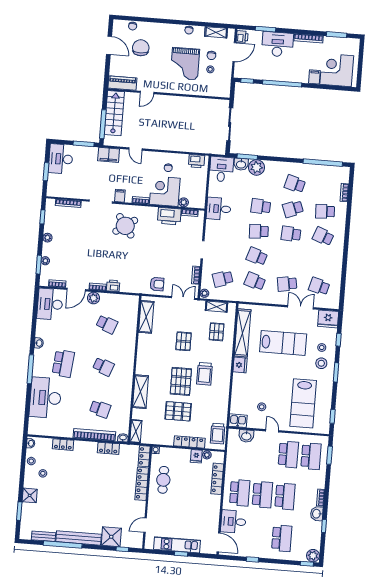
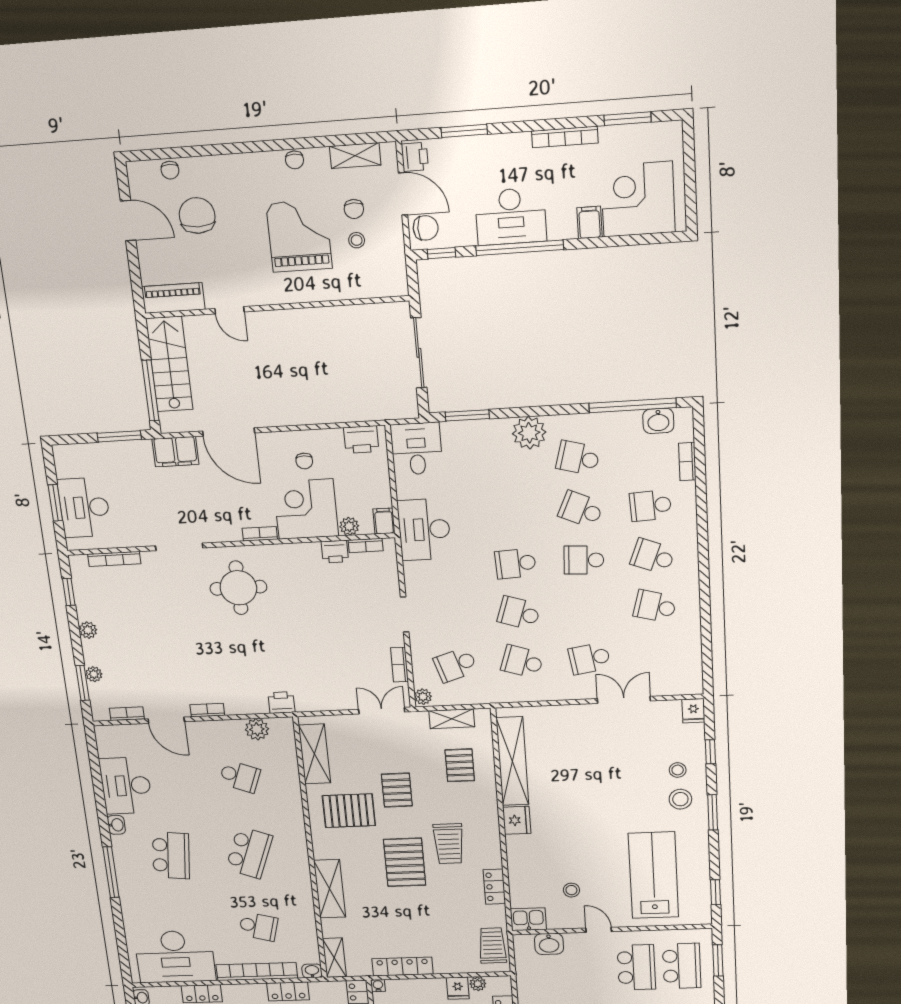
desk: (278, 44) -> (511, 216), moved, turned 180
door: (234, 52) -> (403, 194), hinge flipped
grand piano: (185, 64) -> (299, 236), turned 180
chair: (242, 69) -> (426, 228), added
door: (147, 92) -> (229, 310), hinge flipped
door: (135, 149) -> (228, 432), width x1.88
desk: (61, 159) -> (84, 507), moved
washbasin: (241, 164) -> (658, 421), moved
plant: (256, 167) -> (529, 433), moved
filing cabinet: (120, 196) -> (384, 521), moved
school desk: (261, 206) -> (512, 513), removed
desk: (219, 209) -> (424, 530), width x1.37
school desk: (293, 209) -> (581, 509), turned 45
printer: (169, 216) -> (335, 552), width x0.53, depth x0.68
round table: (125, 226) -> (238, 588), turned 35
armchair: (157, 284) -> (324, 691), removed
printer: (113, 286) -> (281, 703), moved
school desk: (319, 286) -> (655, 606), moved
door: (76, 290) -> (166, 720), hinge flipped
plant: (93, 298) -> (257, 729), moved
desk: (50, 304) -> (126, 786), moved
fridge: (328, 319) -> (693, 711), width x0.53, depth x0.75
lab bench: (283, 343) -> (597, 771), removed
school desk: (103, 367) -> (249, 853), width x1.85
desk: (45, 398) -> (175, 957), moved, turned -90
locker: (224, 400) -> (494, 887), added
lab bench: (303, 403) -> (653, 875), turned 180
pallet: (178, 411) -> (349, 811), moved
trolley: (218, 434) -> (492, 945), turned 180
locker: (189, 442) -> (402, 966), moved

